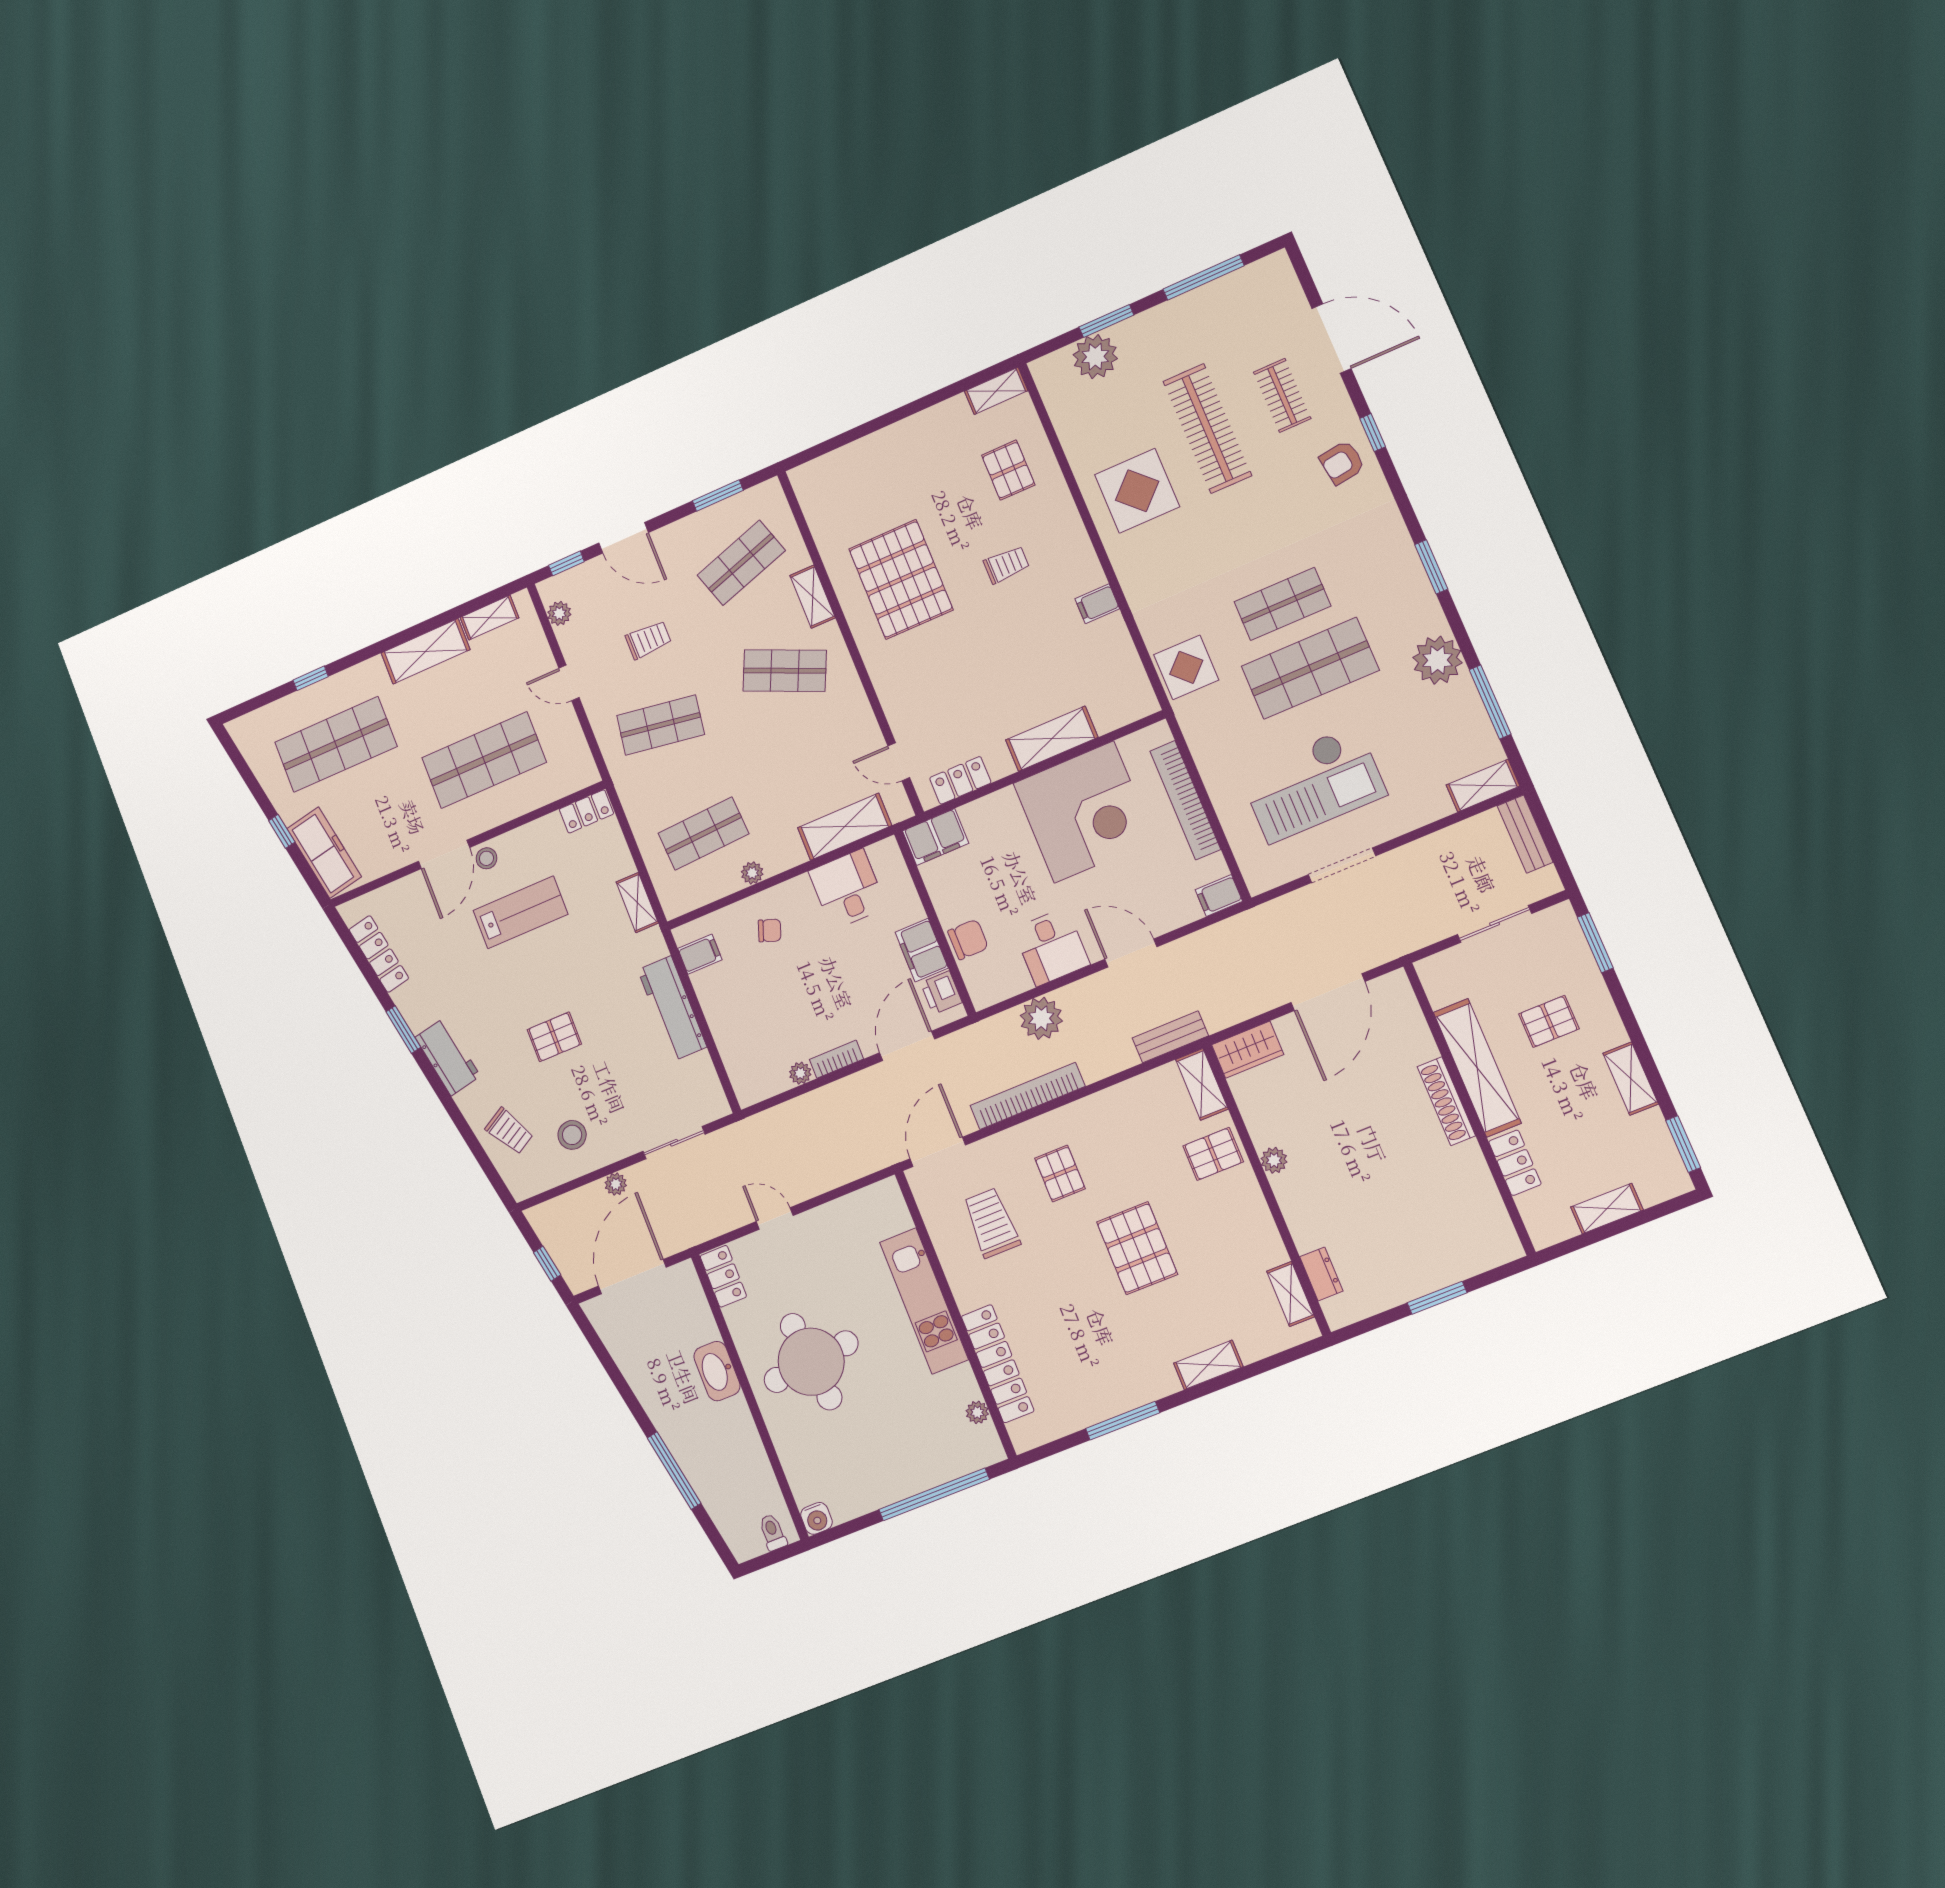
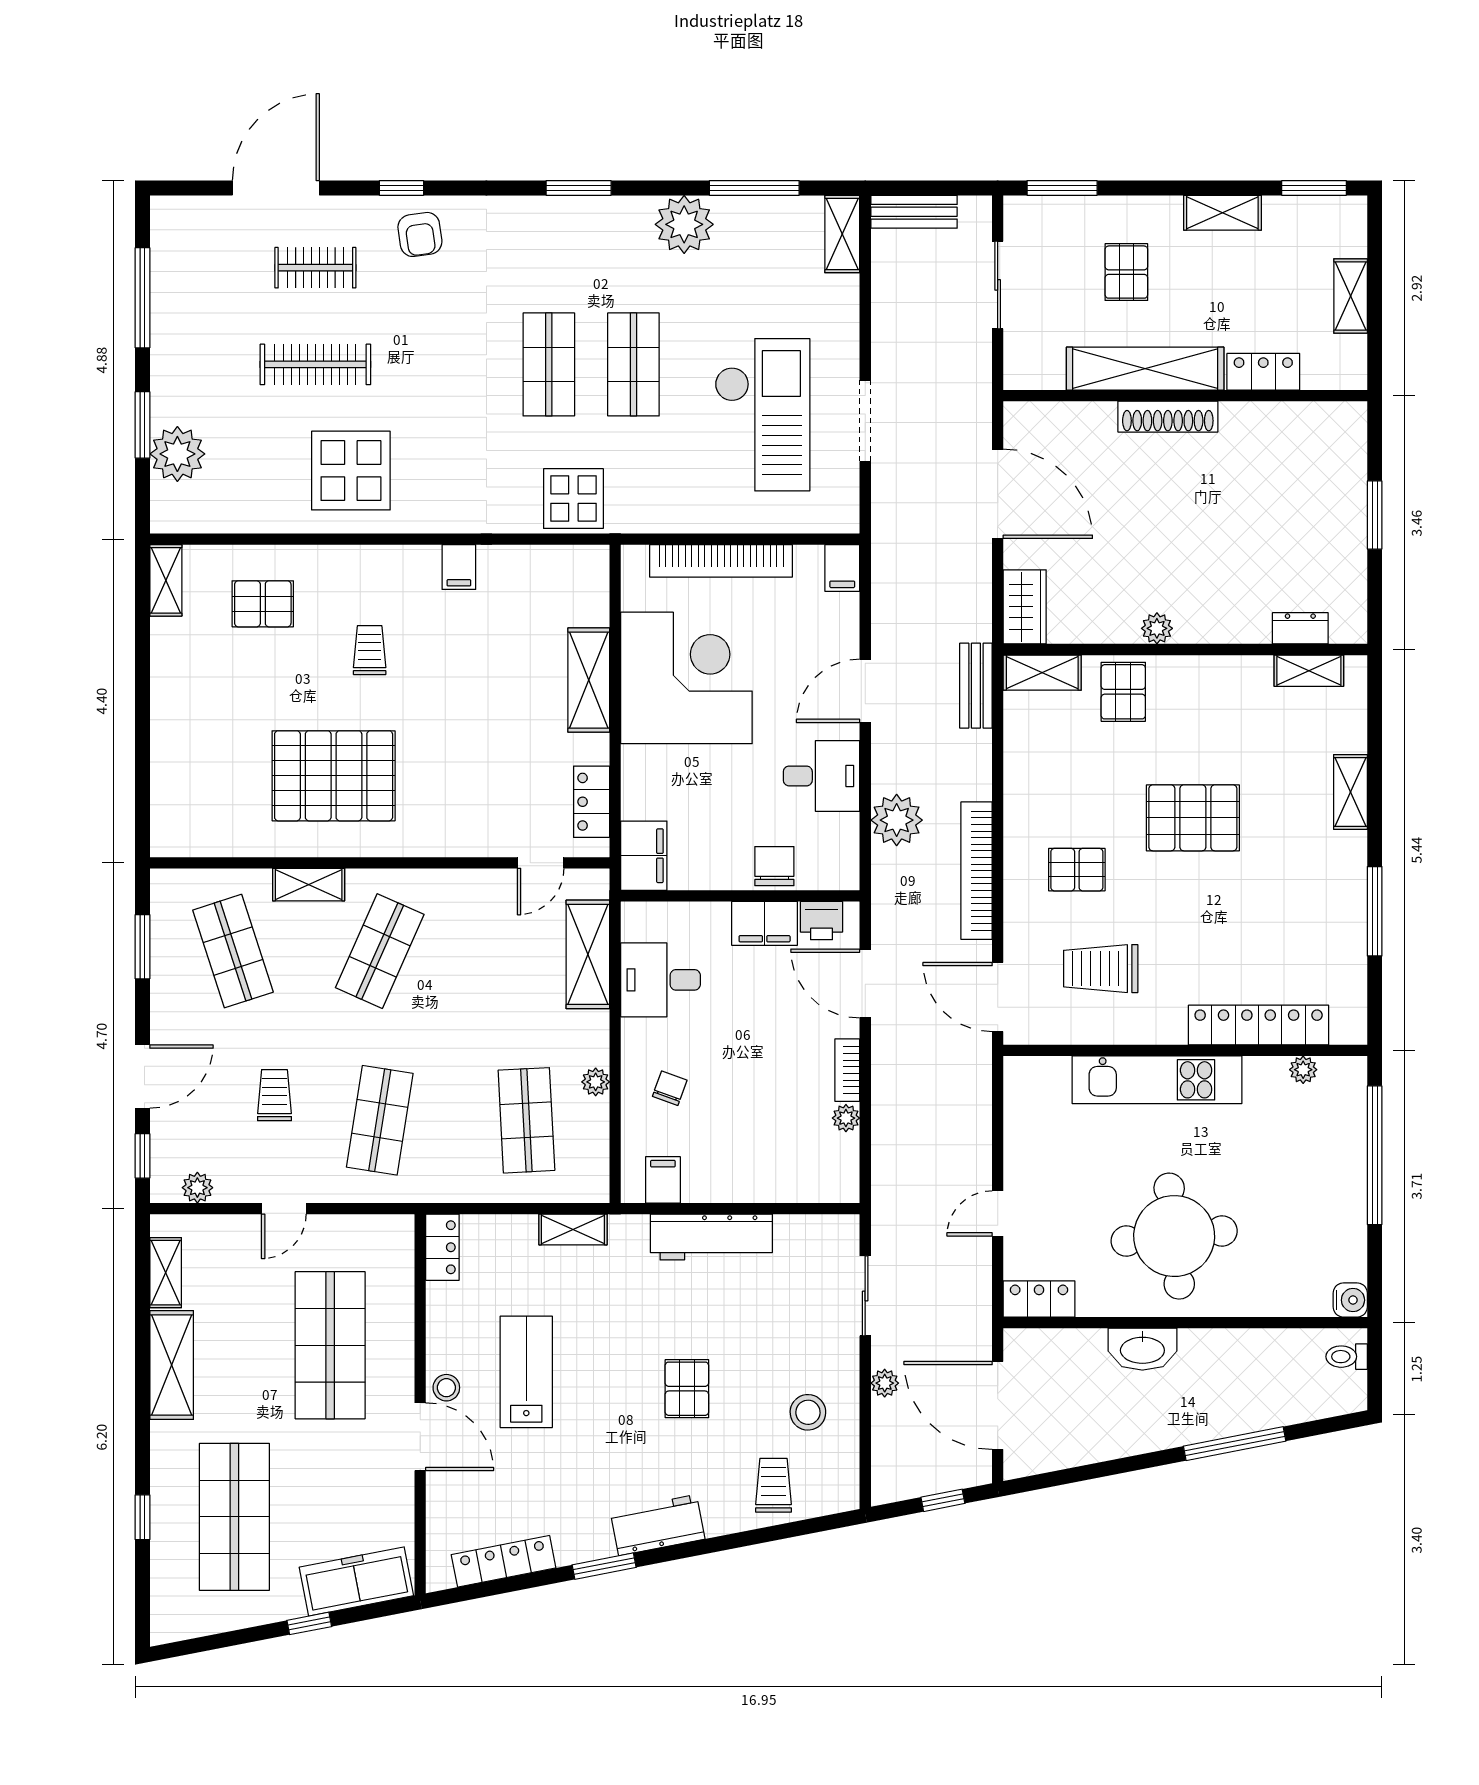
clothes rail: (1207, 428) -> (315, 364), width x0.73, depth x0.76
shop shelf: (1310, 668) -> (633, 364), width x0.70, depth x0.74
trolley: (509, 1131) -> (773, 1485), turned -60

